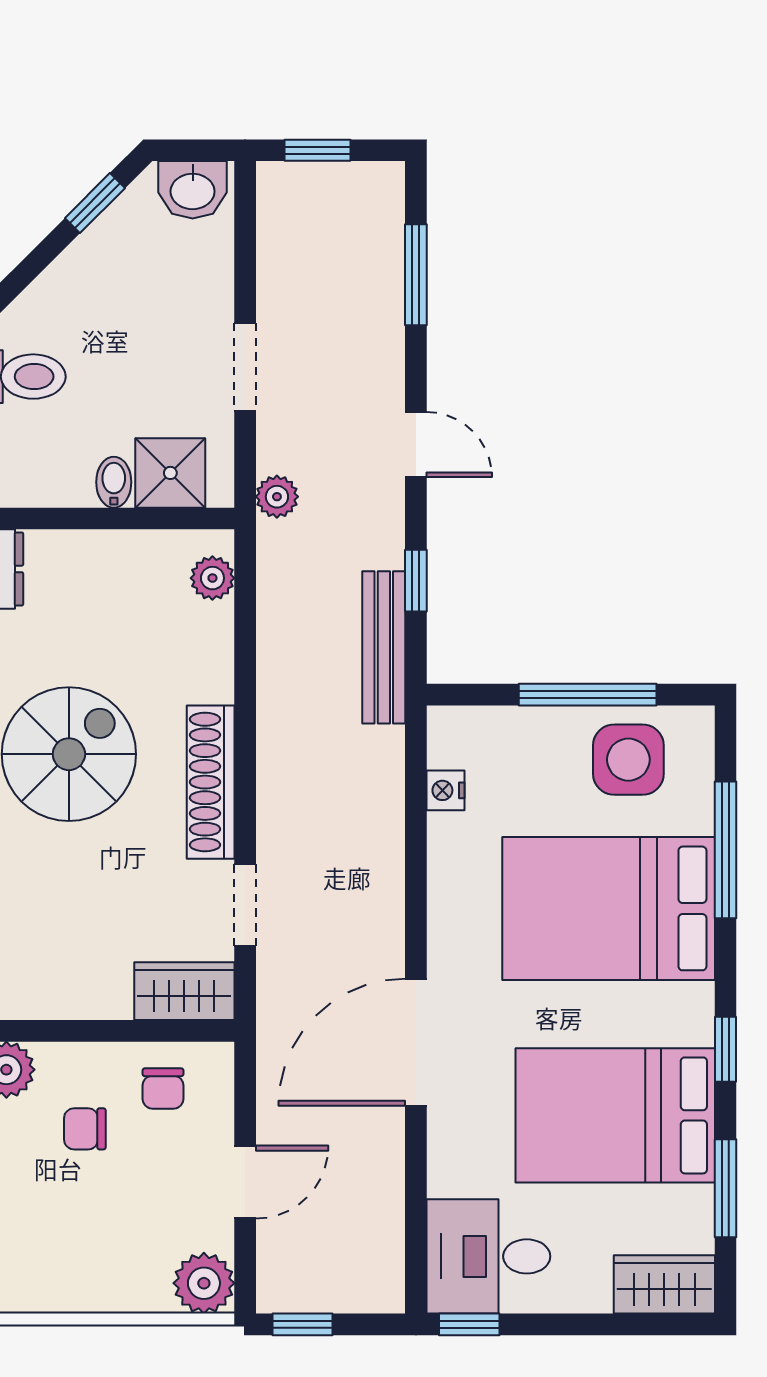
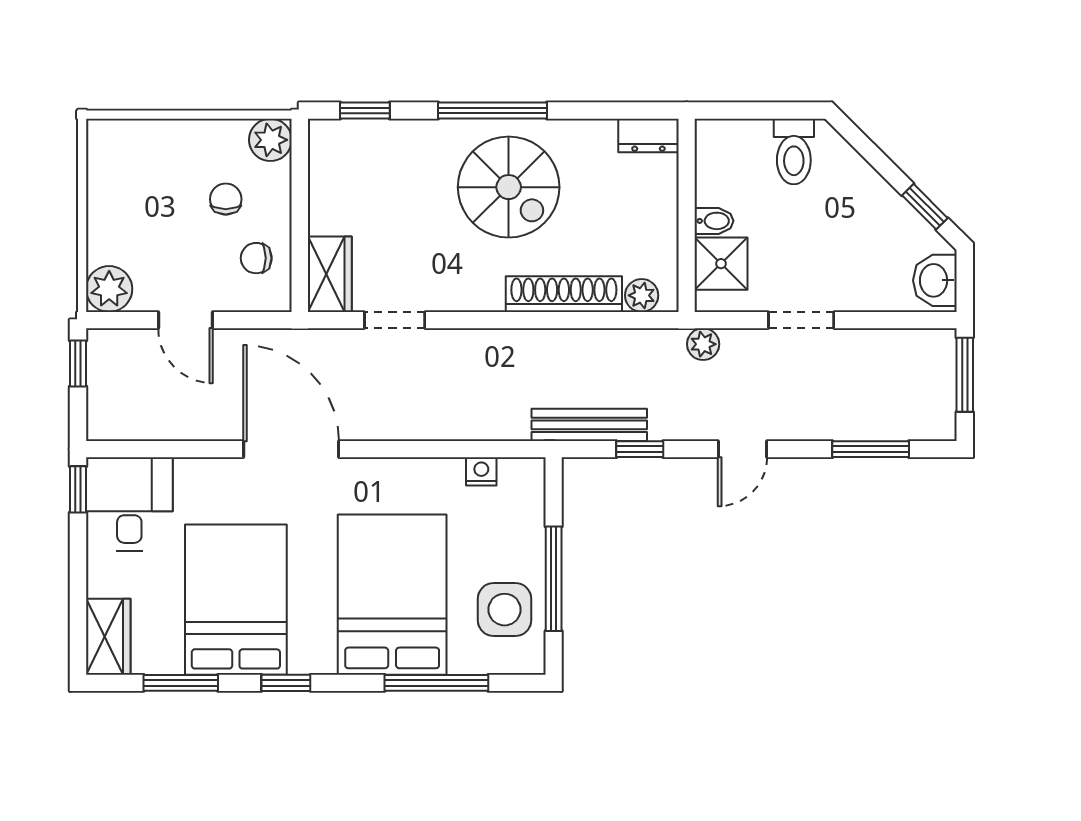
window: (317, 150) -> (965, 375), width x1.50
shoe rack: (211, 782) -> (564, 294), moved

